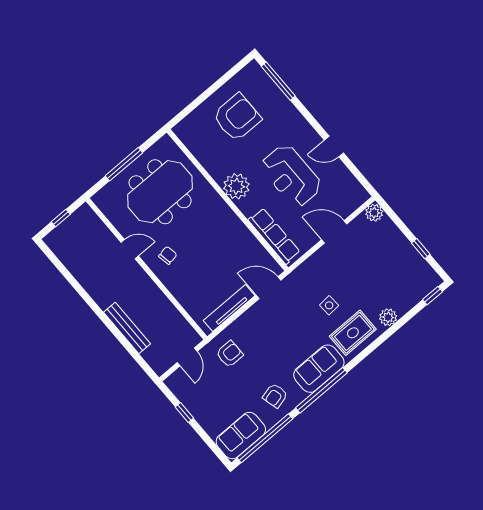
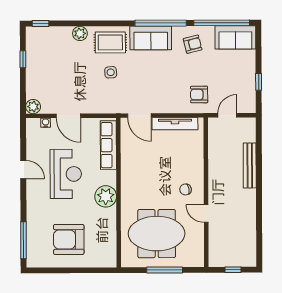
water cooler: (350, 208) -> (46, 123), added

